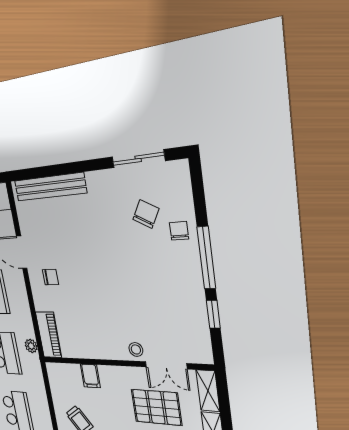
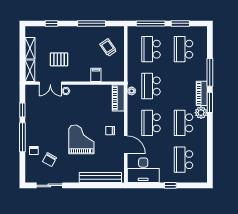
grand piano: (94, 259) -> (81, 139), added
double door: (166, 365) -> (50, 83), swing flipped
pallet: (156, 407) -> (59, 59), width x0.67, depth x0.71

